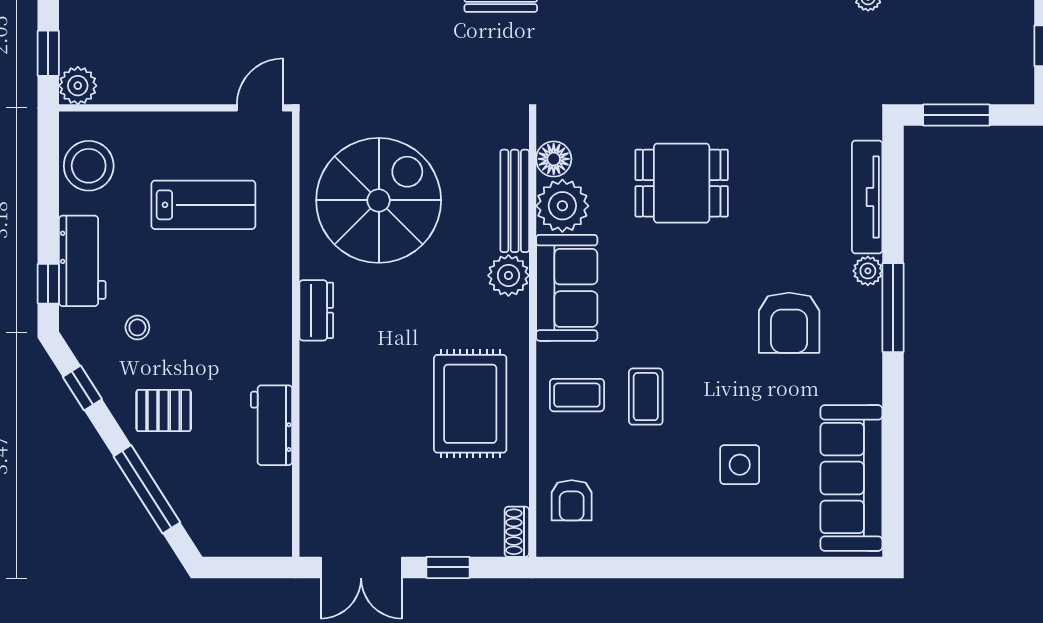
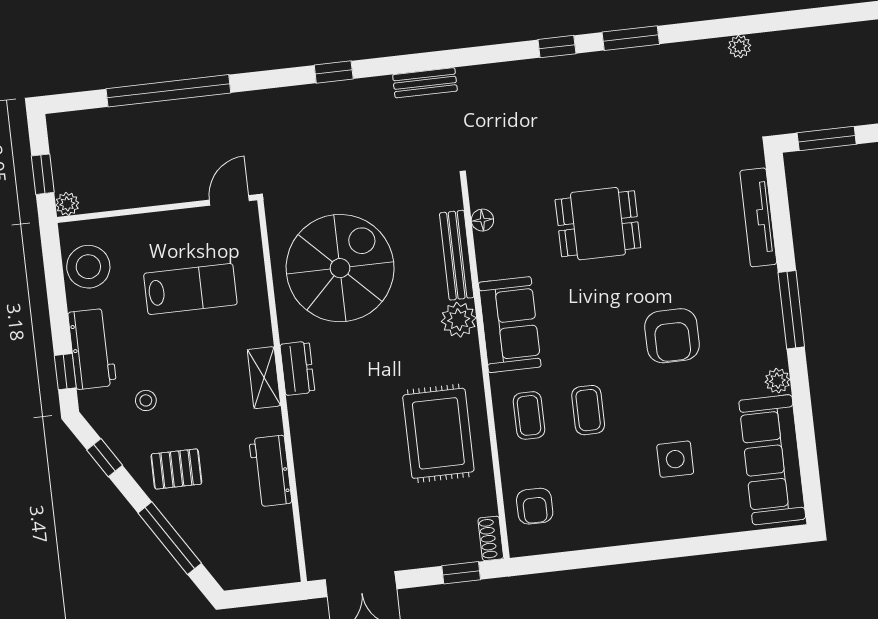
plant: (78, 86) -> (67, 204), width x0.73, depth x0.73
floor lamp: (554, 159) -> (482, 220), width x0.73, depth x0.73
plant: (562, 206) -> (498, 255), removed
plant: (868, 271) -> (777, 381), moved
shelving: (277, 317) -> (264, 378), added
armchair: (789, 323) -> (672, 336), moved
coffee table: (577, 395) -> (529, 415), turned 90
window: (448, 567) -> (461, 573), moved

